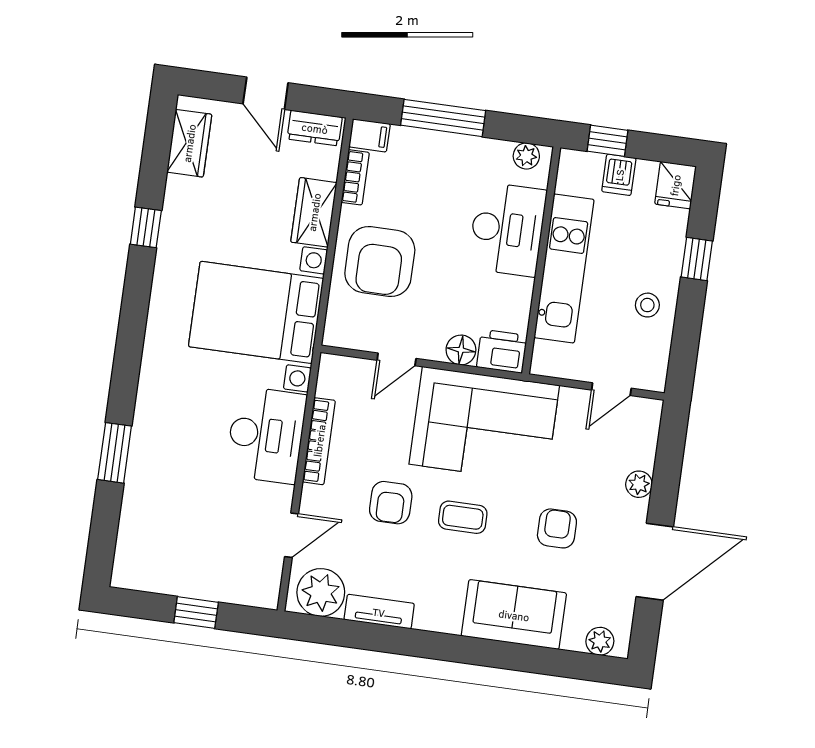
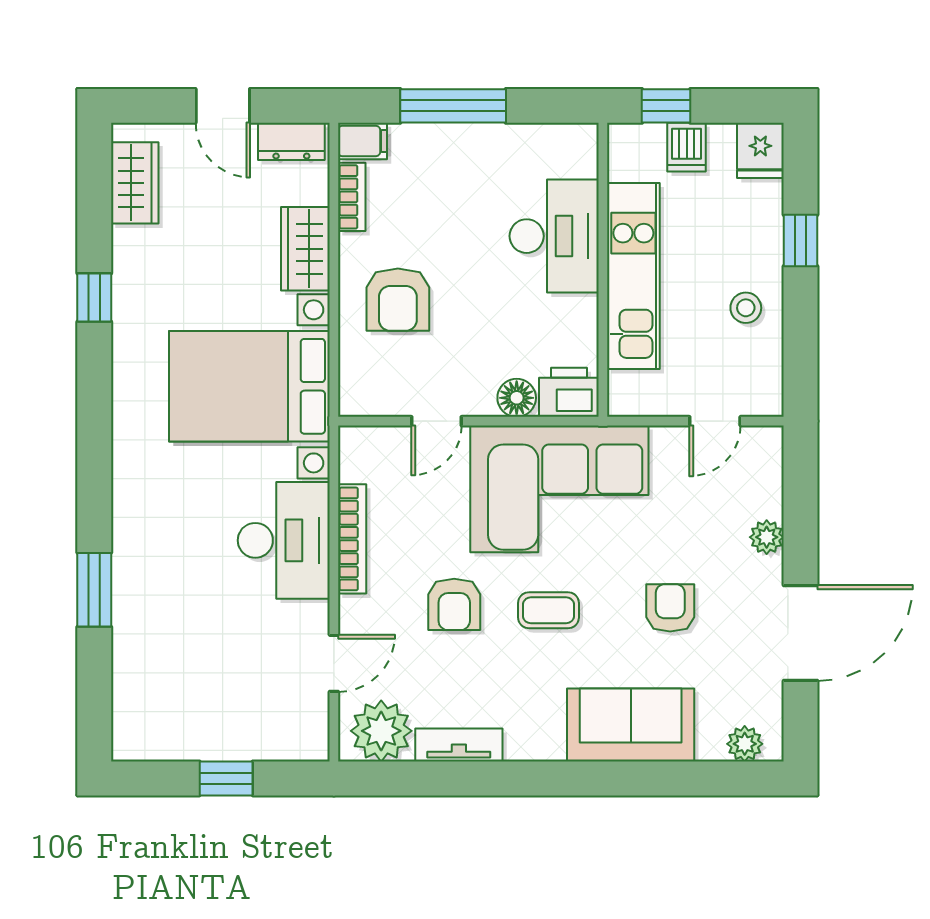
plant: (526, 156) -> (566, 140), removed
armchair: (380, 261) -> (398, 300), width x0.73, depth x0.73

